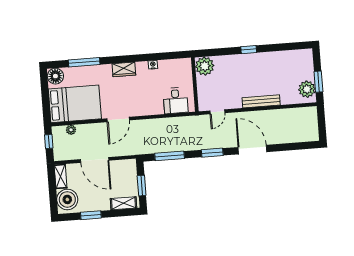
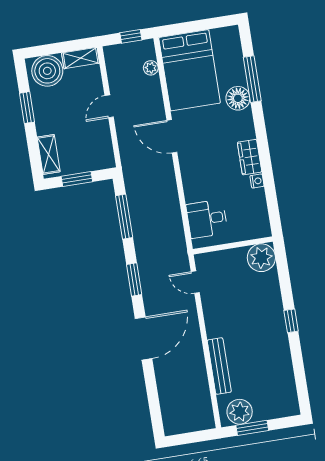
wardrobe: (124, 69) -> (250, 157), moved
floor lamp: (55, 76) -> (238, 98), moved
bench: (261, 101) -> (219, 366), moved
door: (95, 160) -> (109, 106), width x0.53

